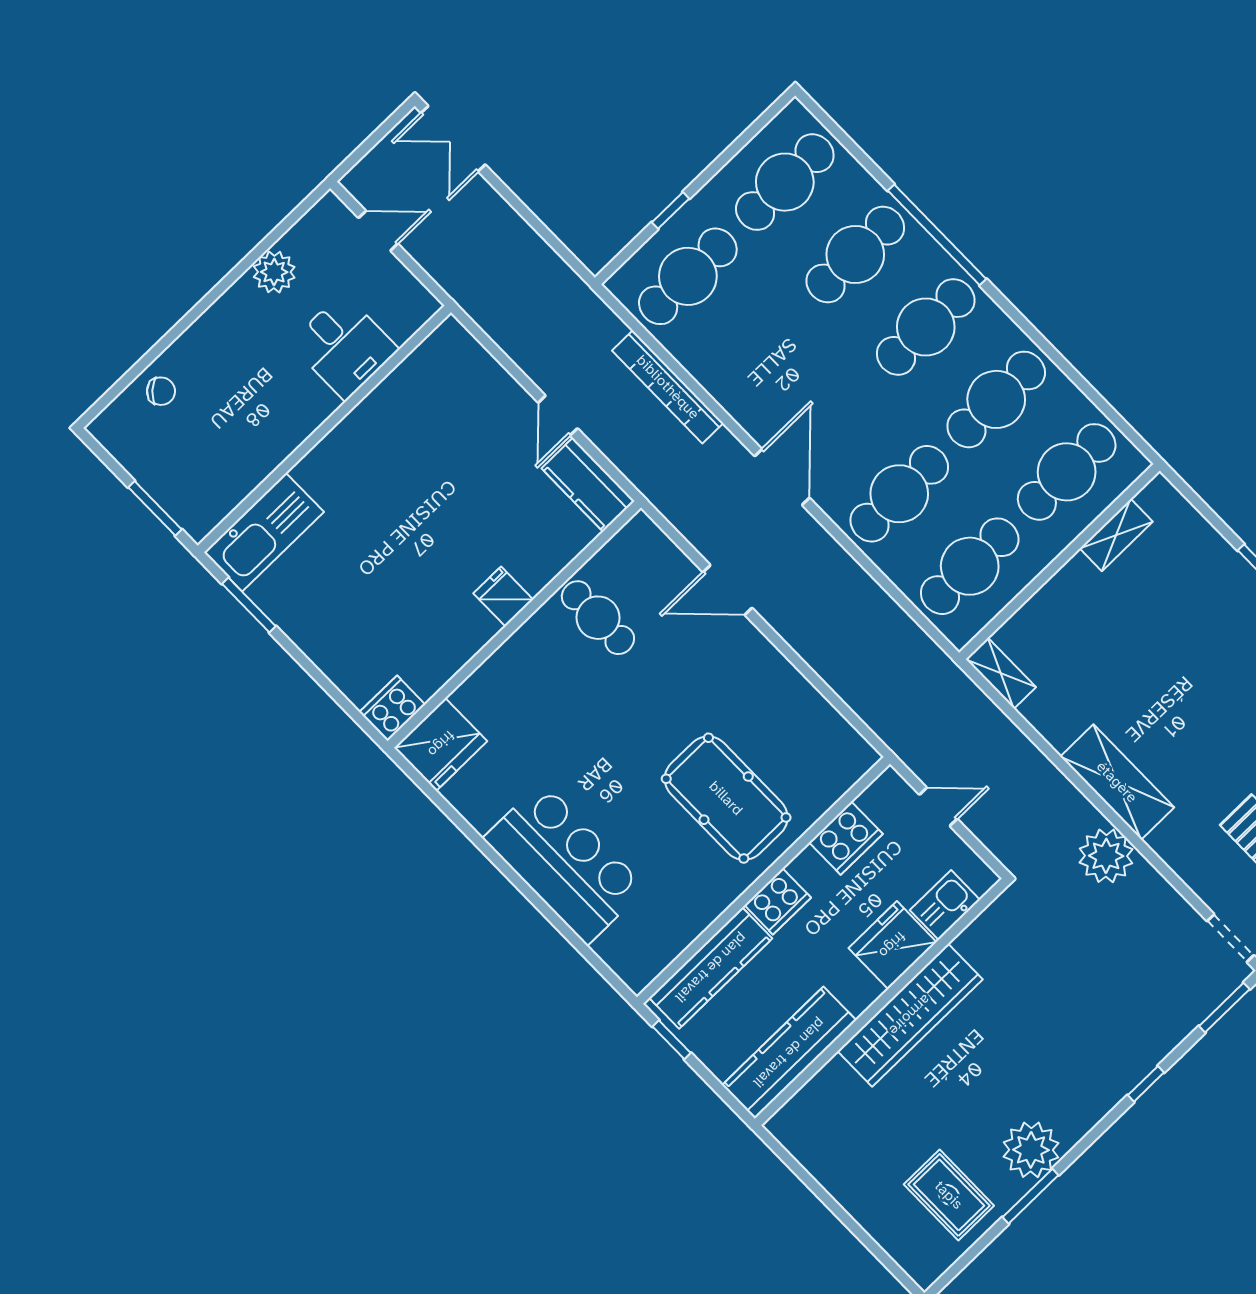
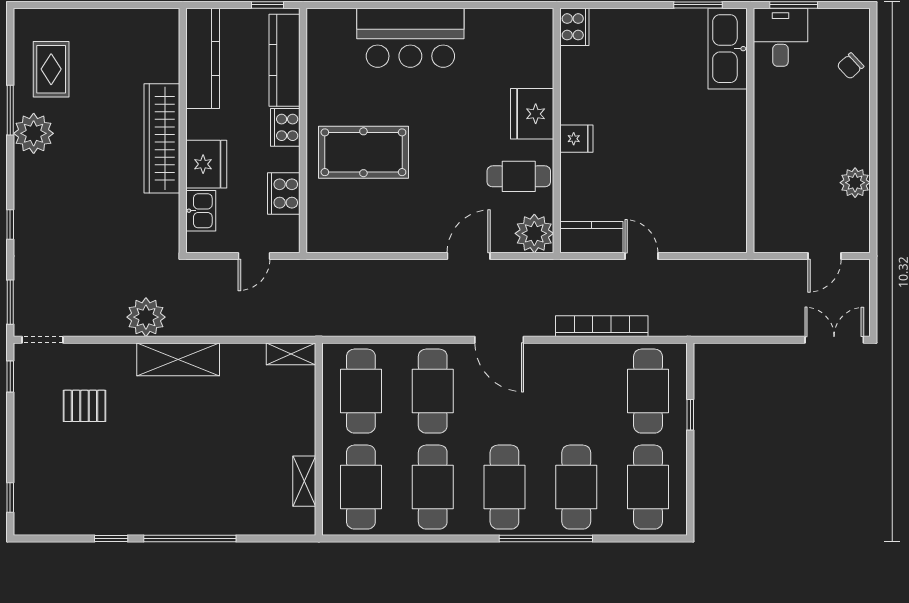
desk: (344, 346) -> (780, 37), moved, turned 90
plant: (640, 546) -> (534, 233), added
fridge: (441, 744) -> (532, 114), moved
rug: (949, 1195) -> (51, 69), turned 90

